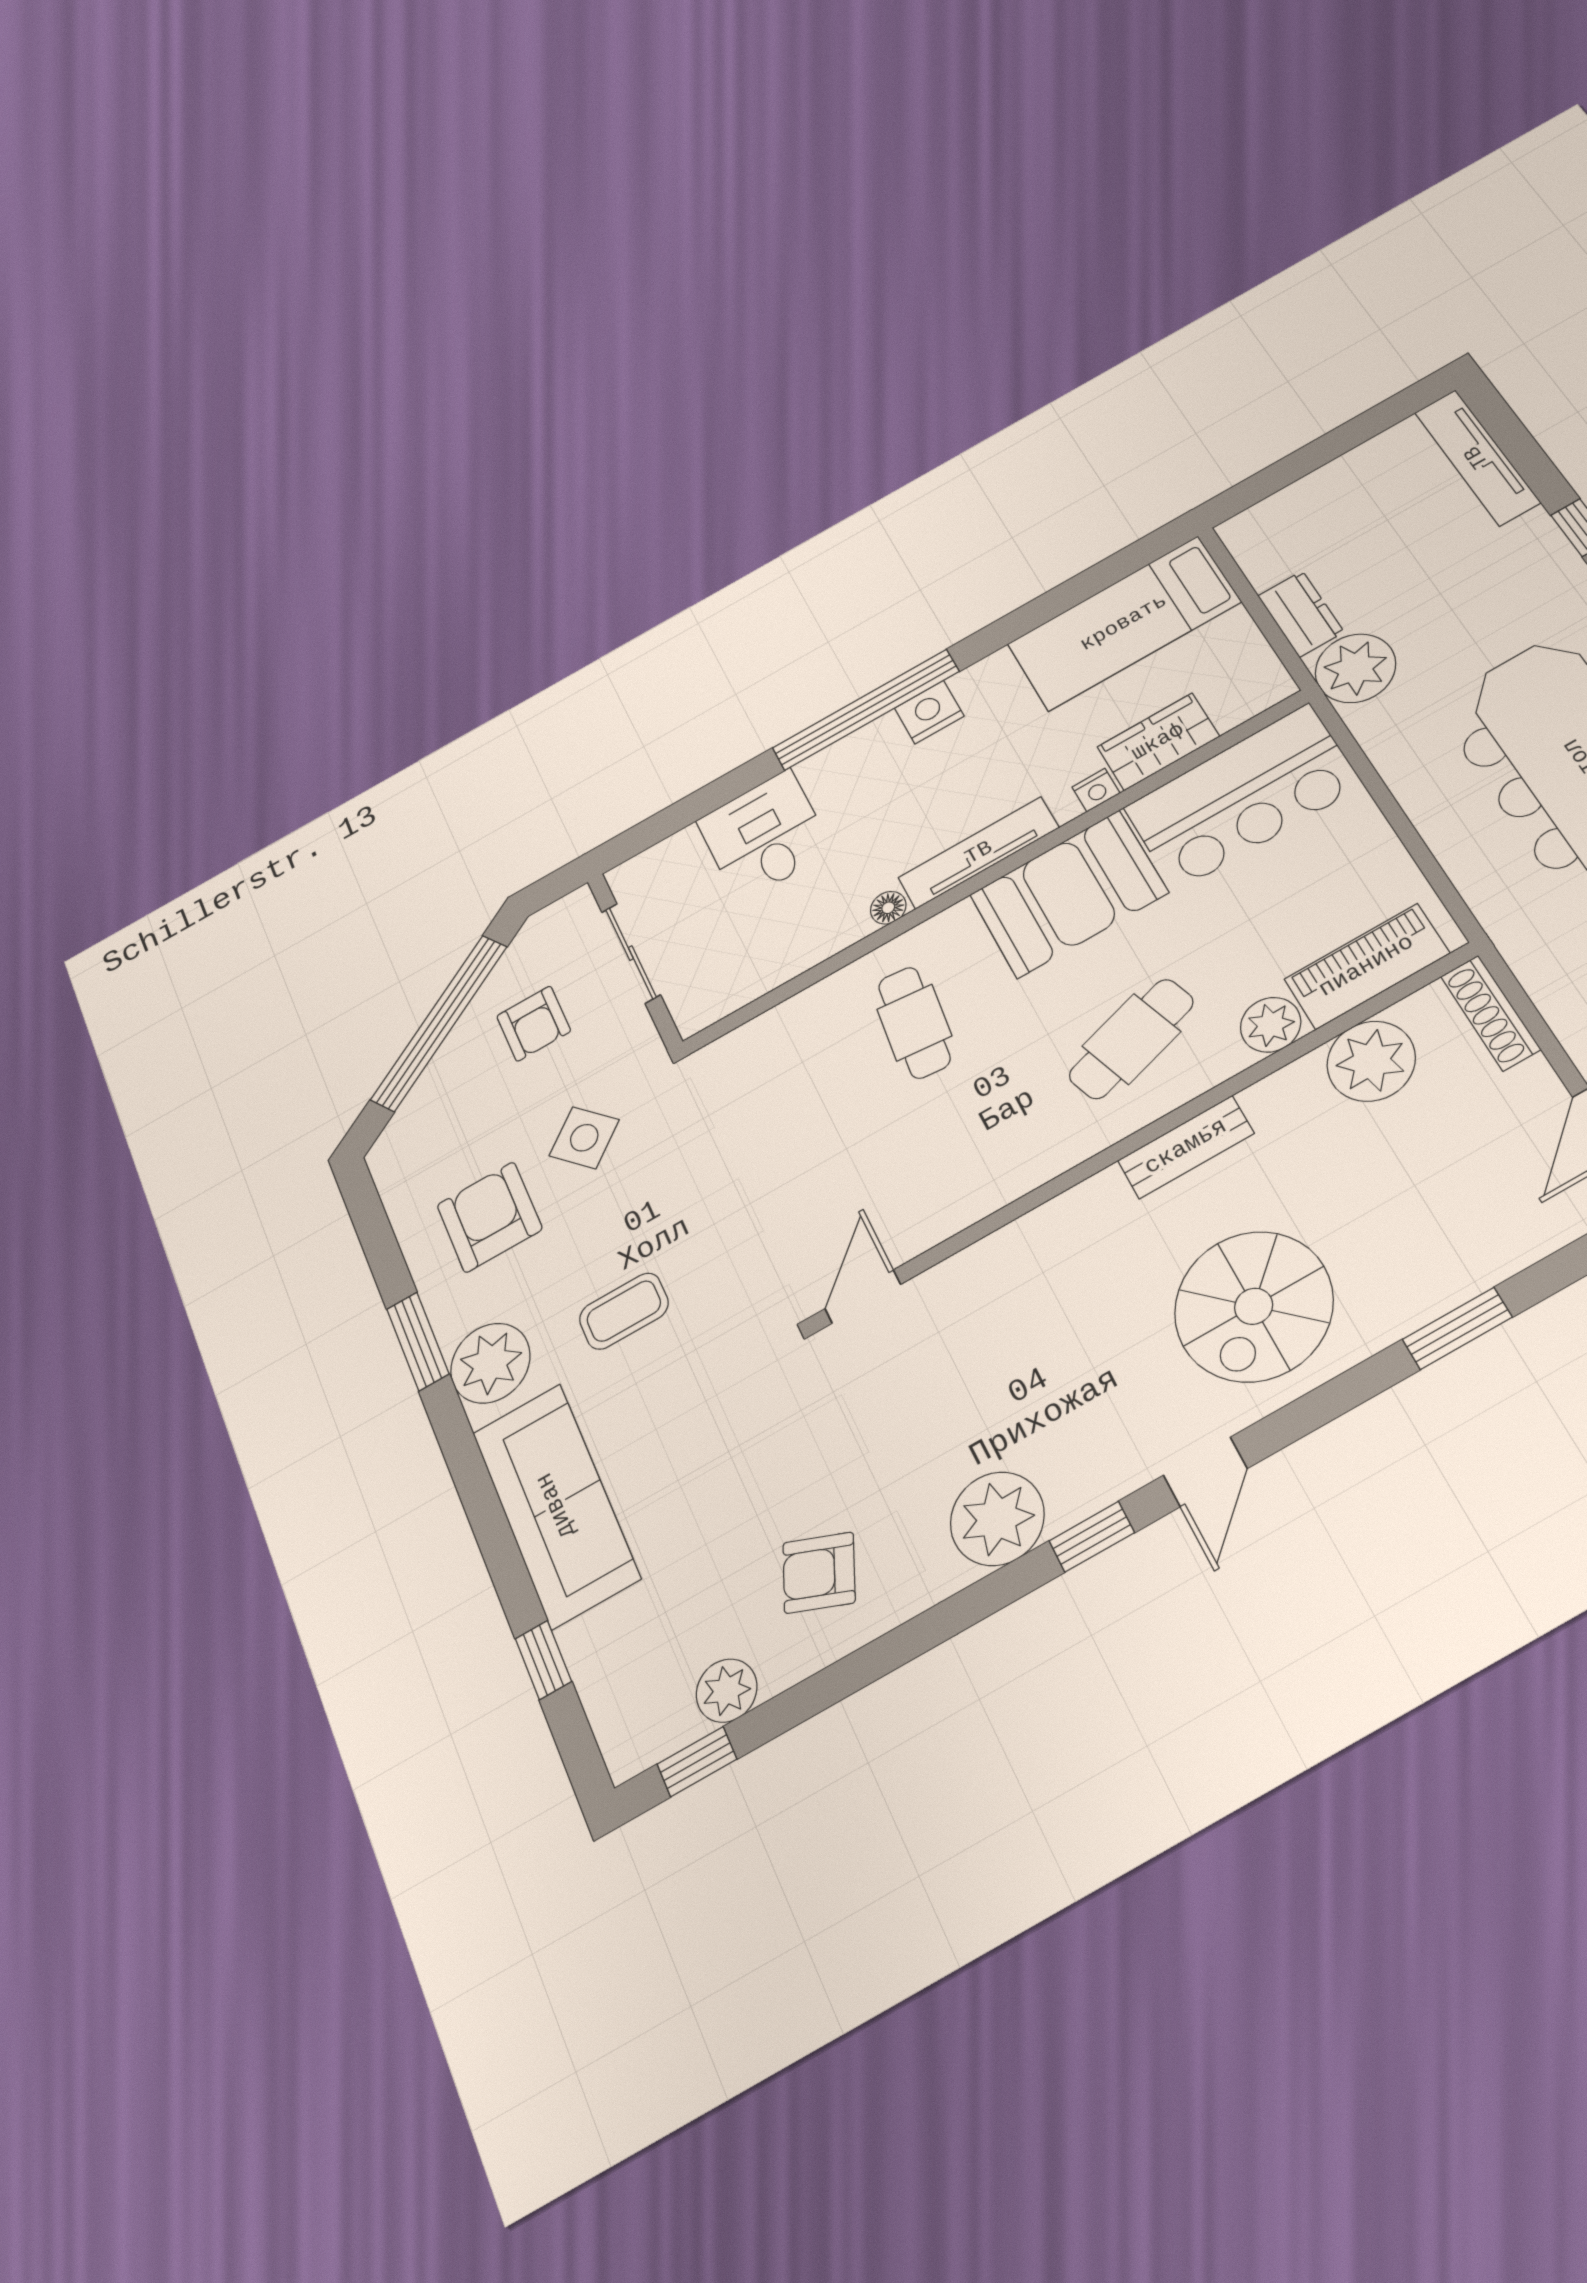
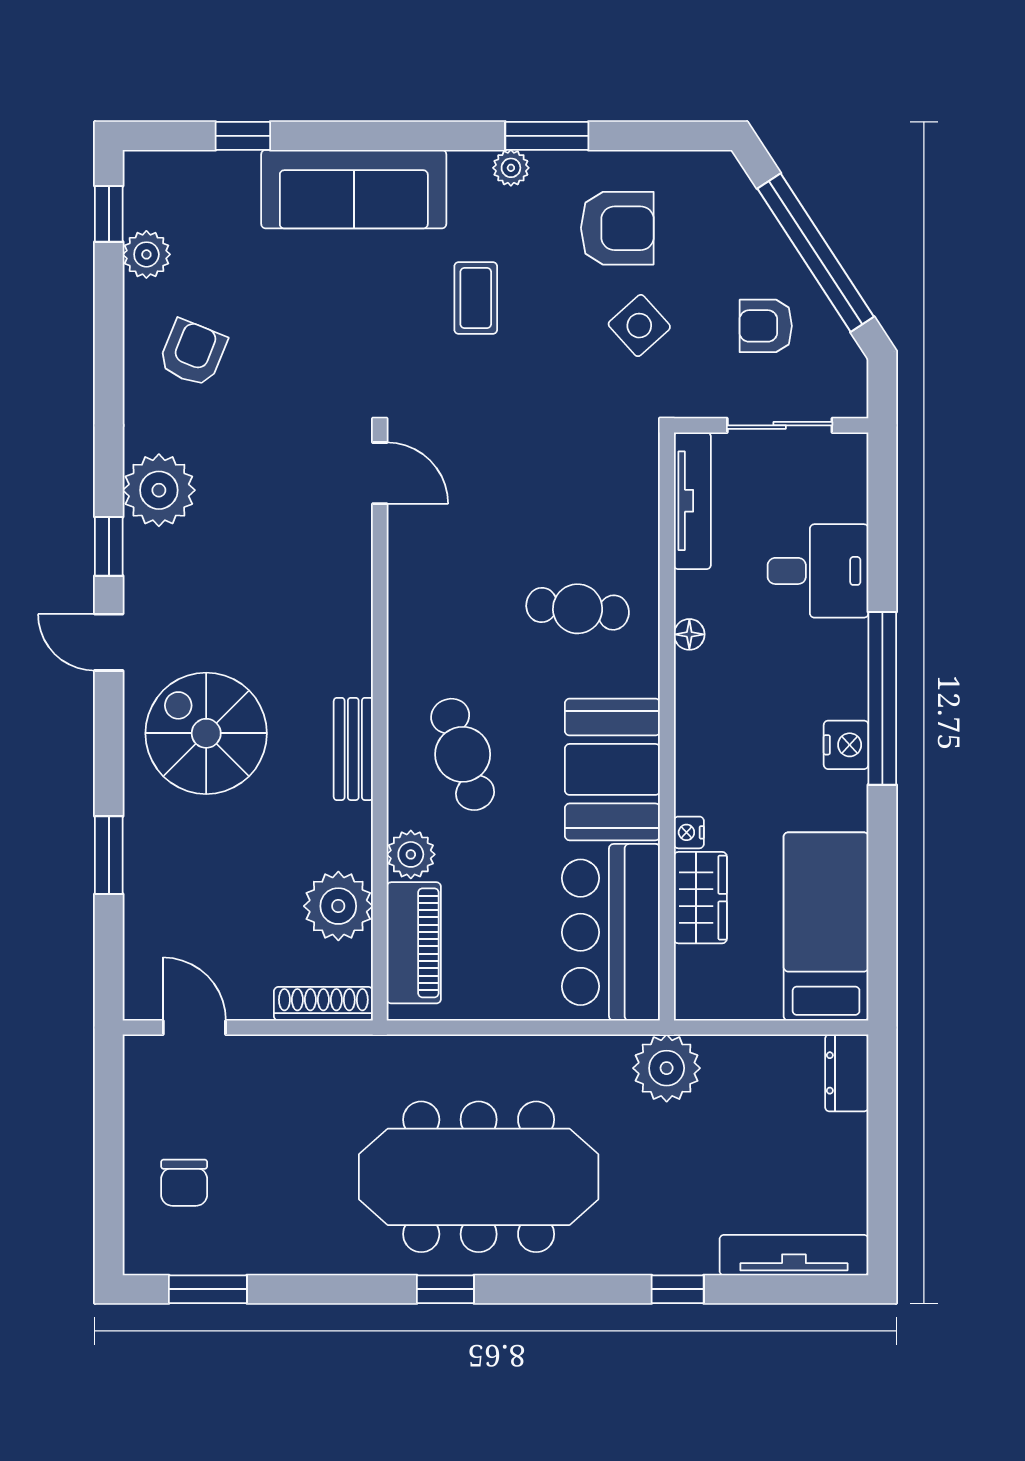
dresser: (1301, 614) -> (847, 1073), moved, turned 90
tv unit: (979, 853) -> (692, 501), moved
plant: (490, 1363) -> (511, 168), width x0.53, depth x0.53

